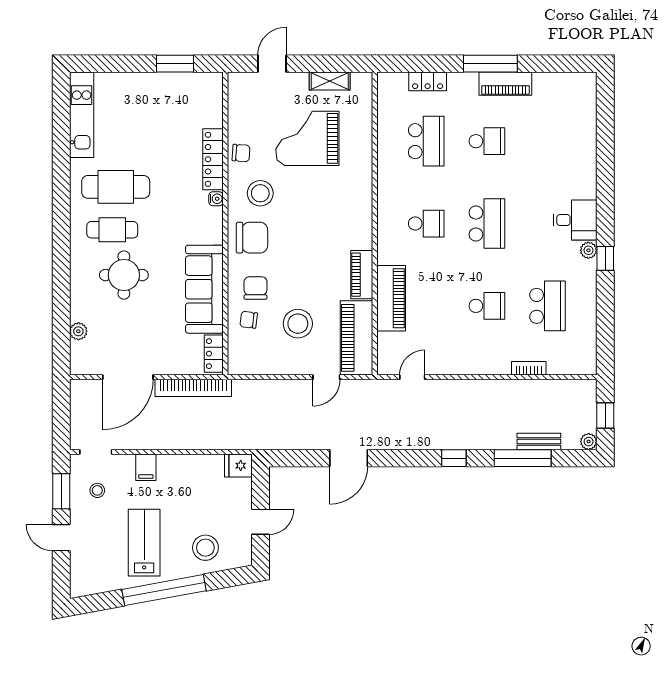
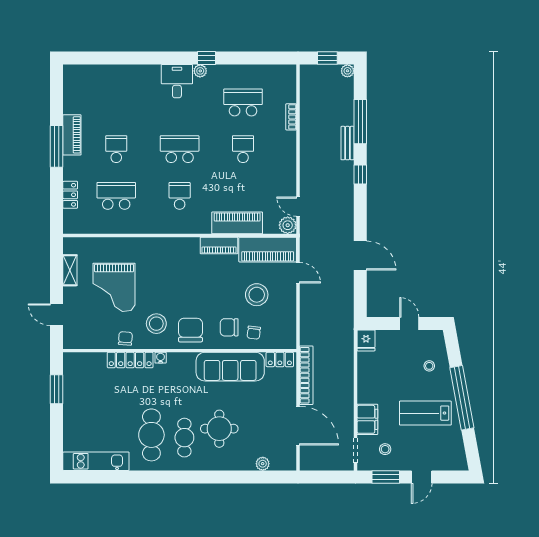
plant: (388, 364) -> (288, 225), added
bench: (539, 441) -> (347, 143), moved
filing cabinet: (146, 467) -> (367, 419), width x2.00
stool: (205, 548) -> (429, 366), width x0.53, depth x0.53

